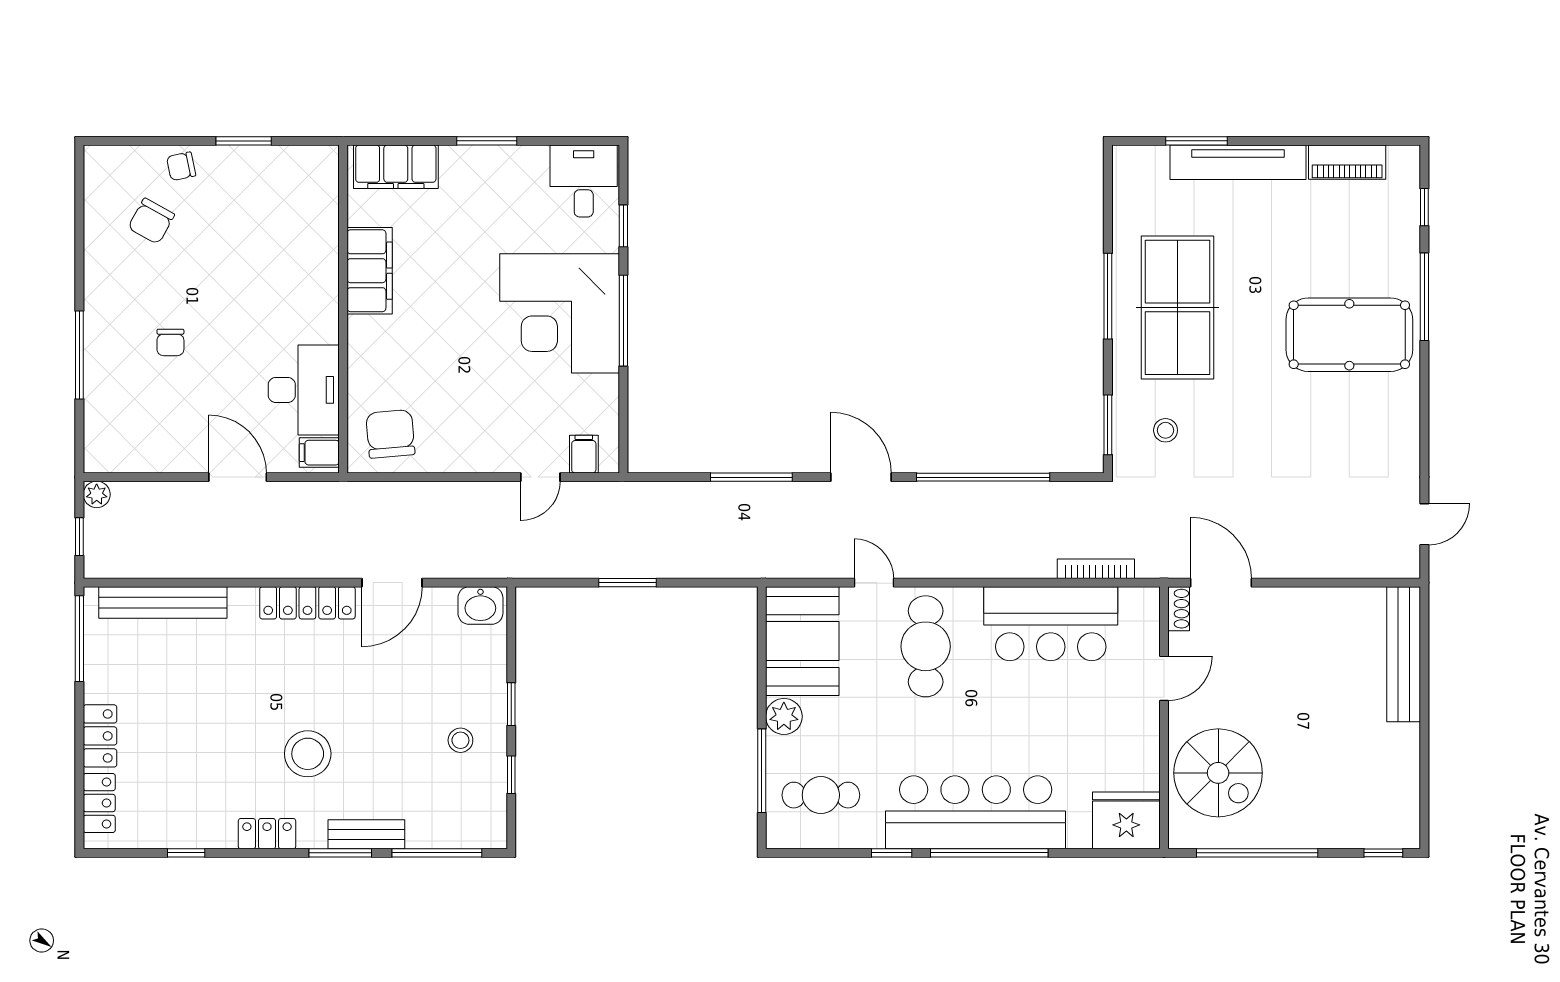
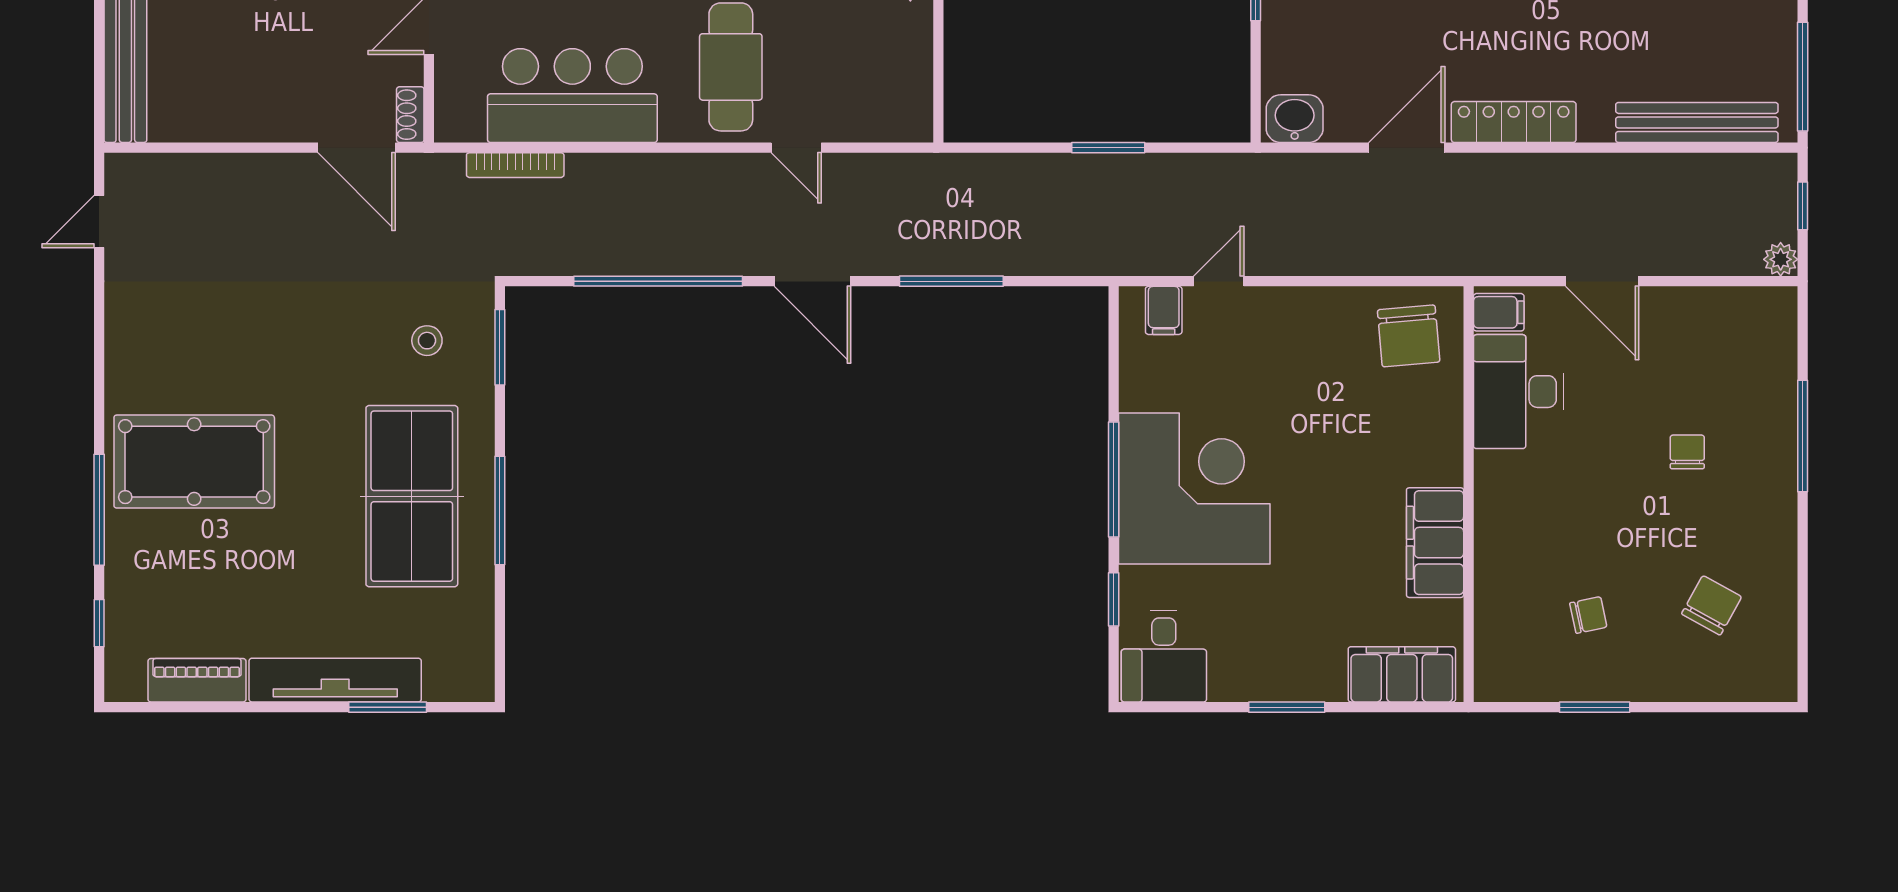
chair: (181, 166) -> (1588, 615), moved
booth: (802, 641) -> (887, 74), removed

